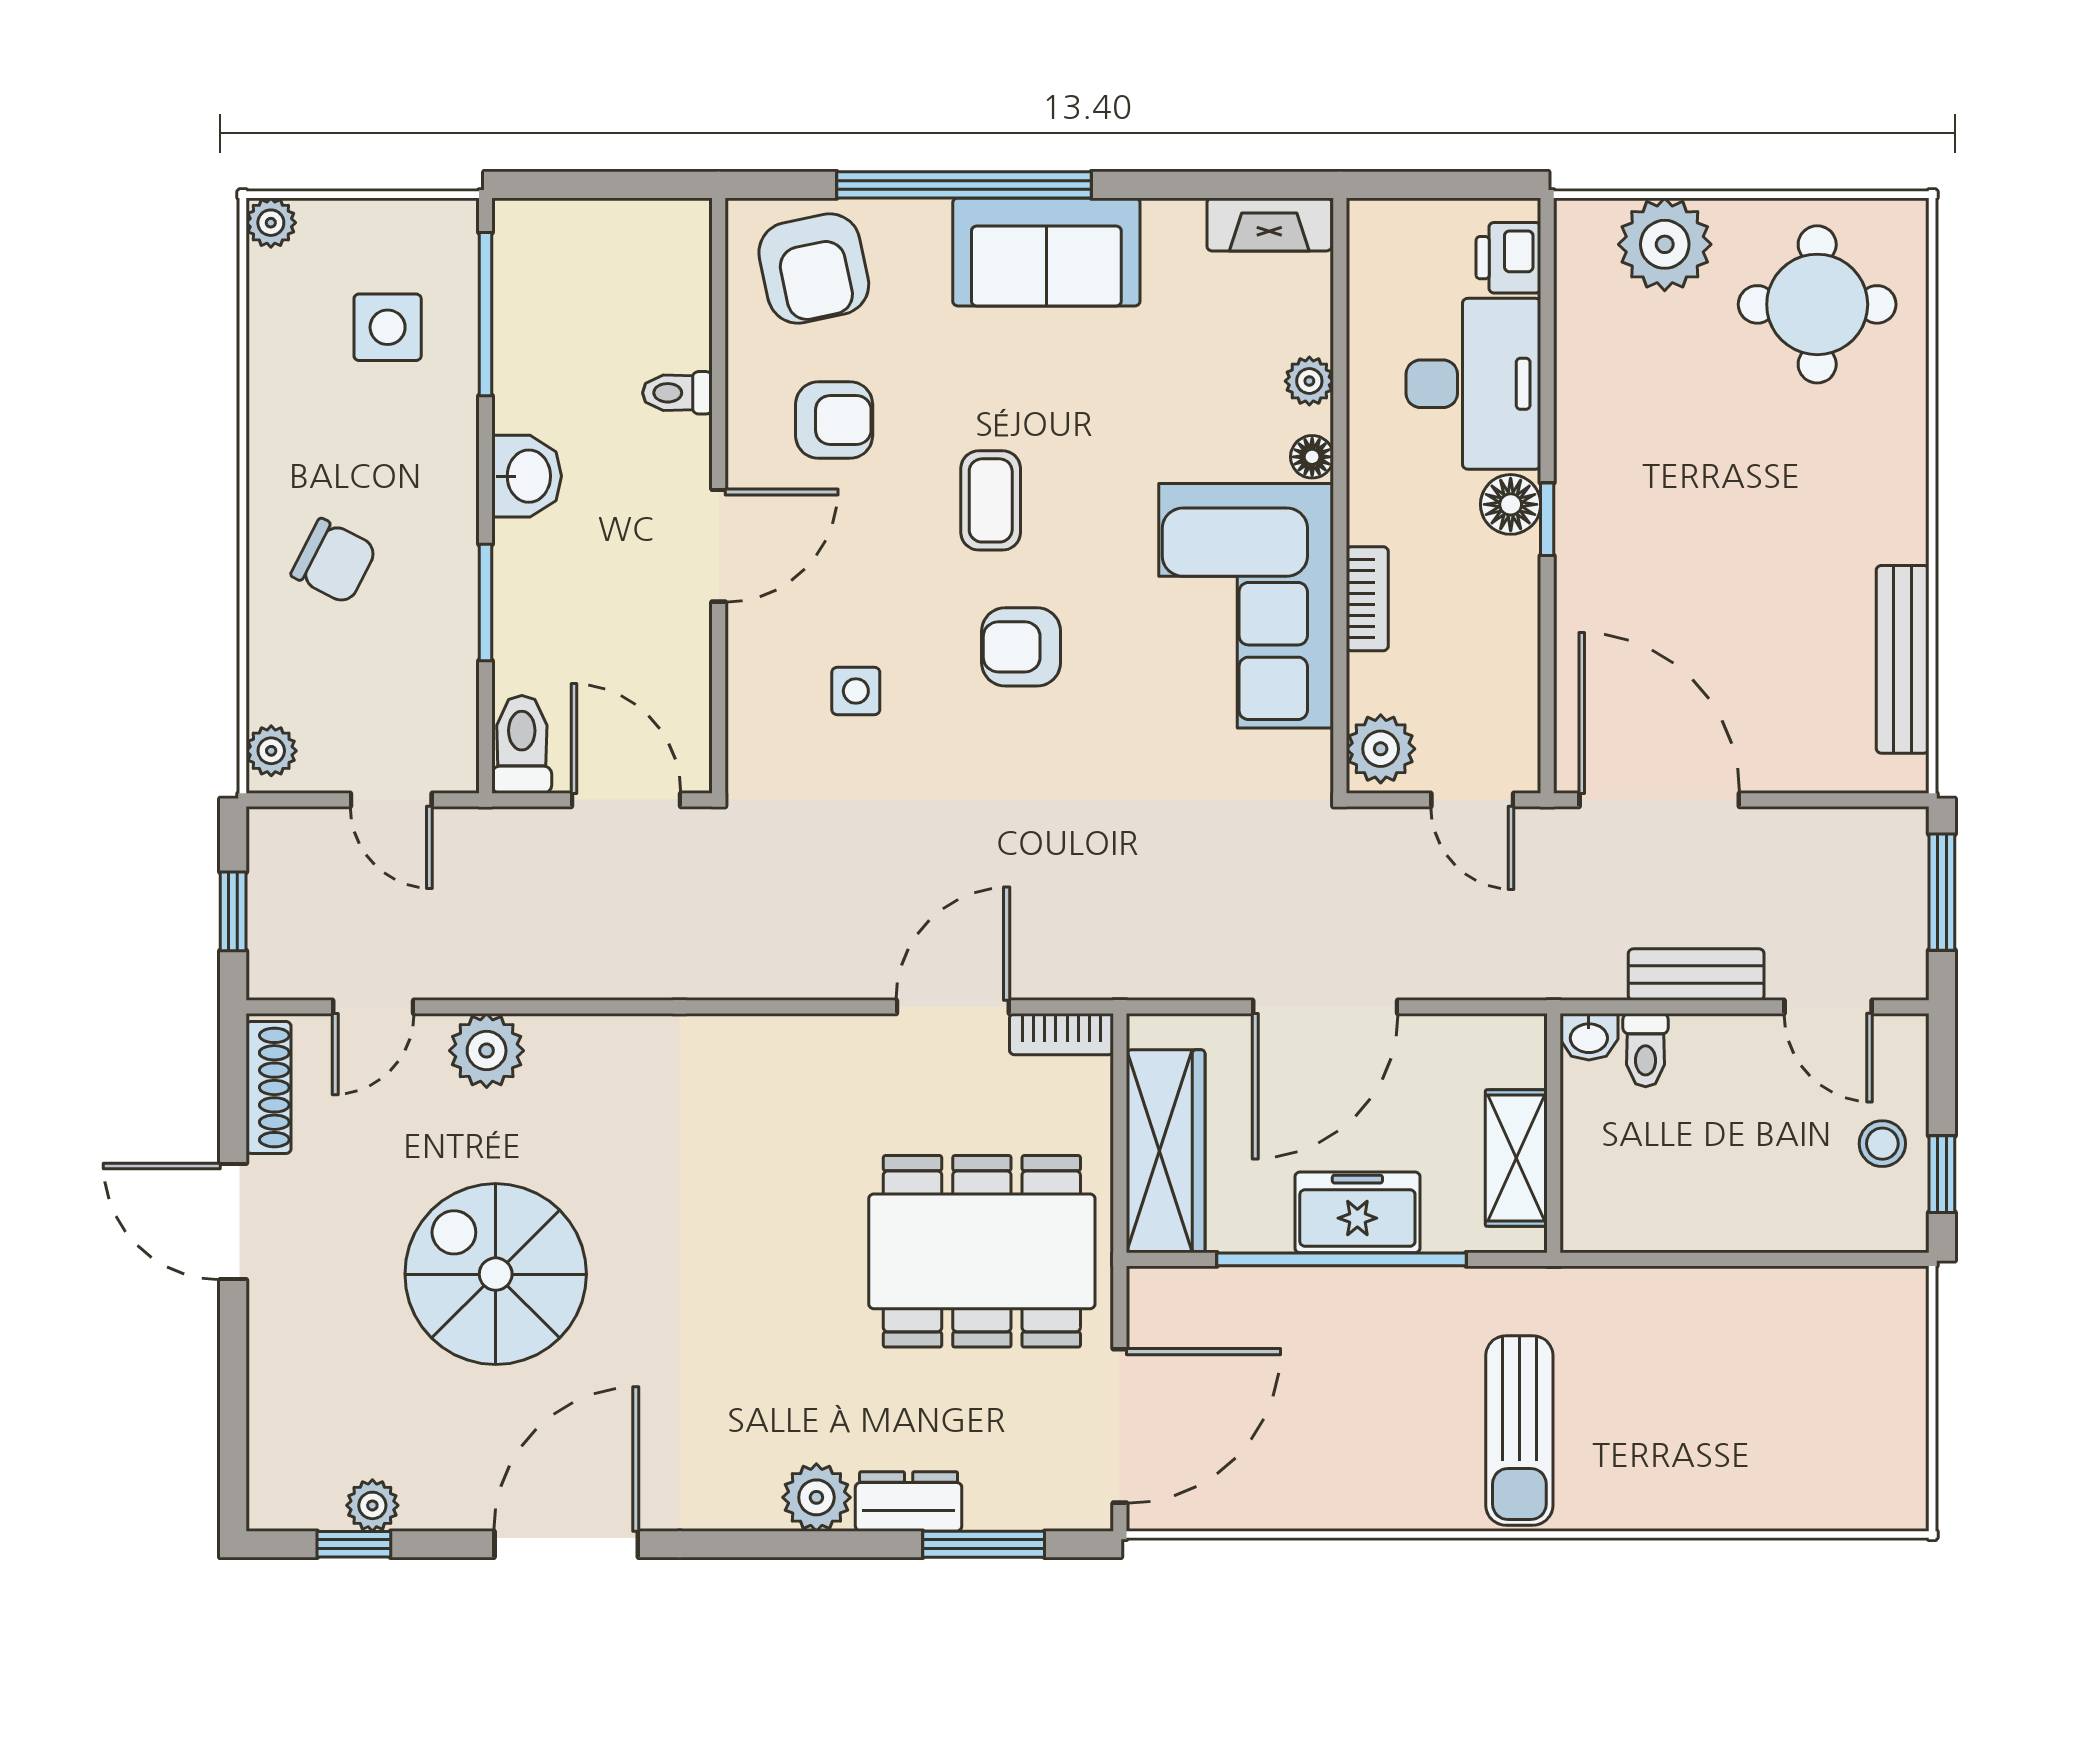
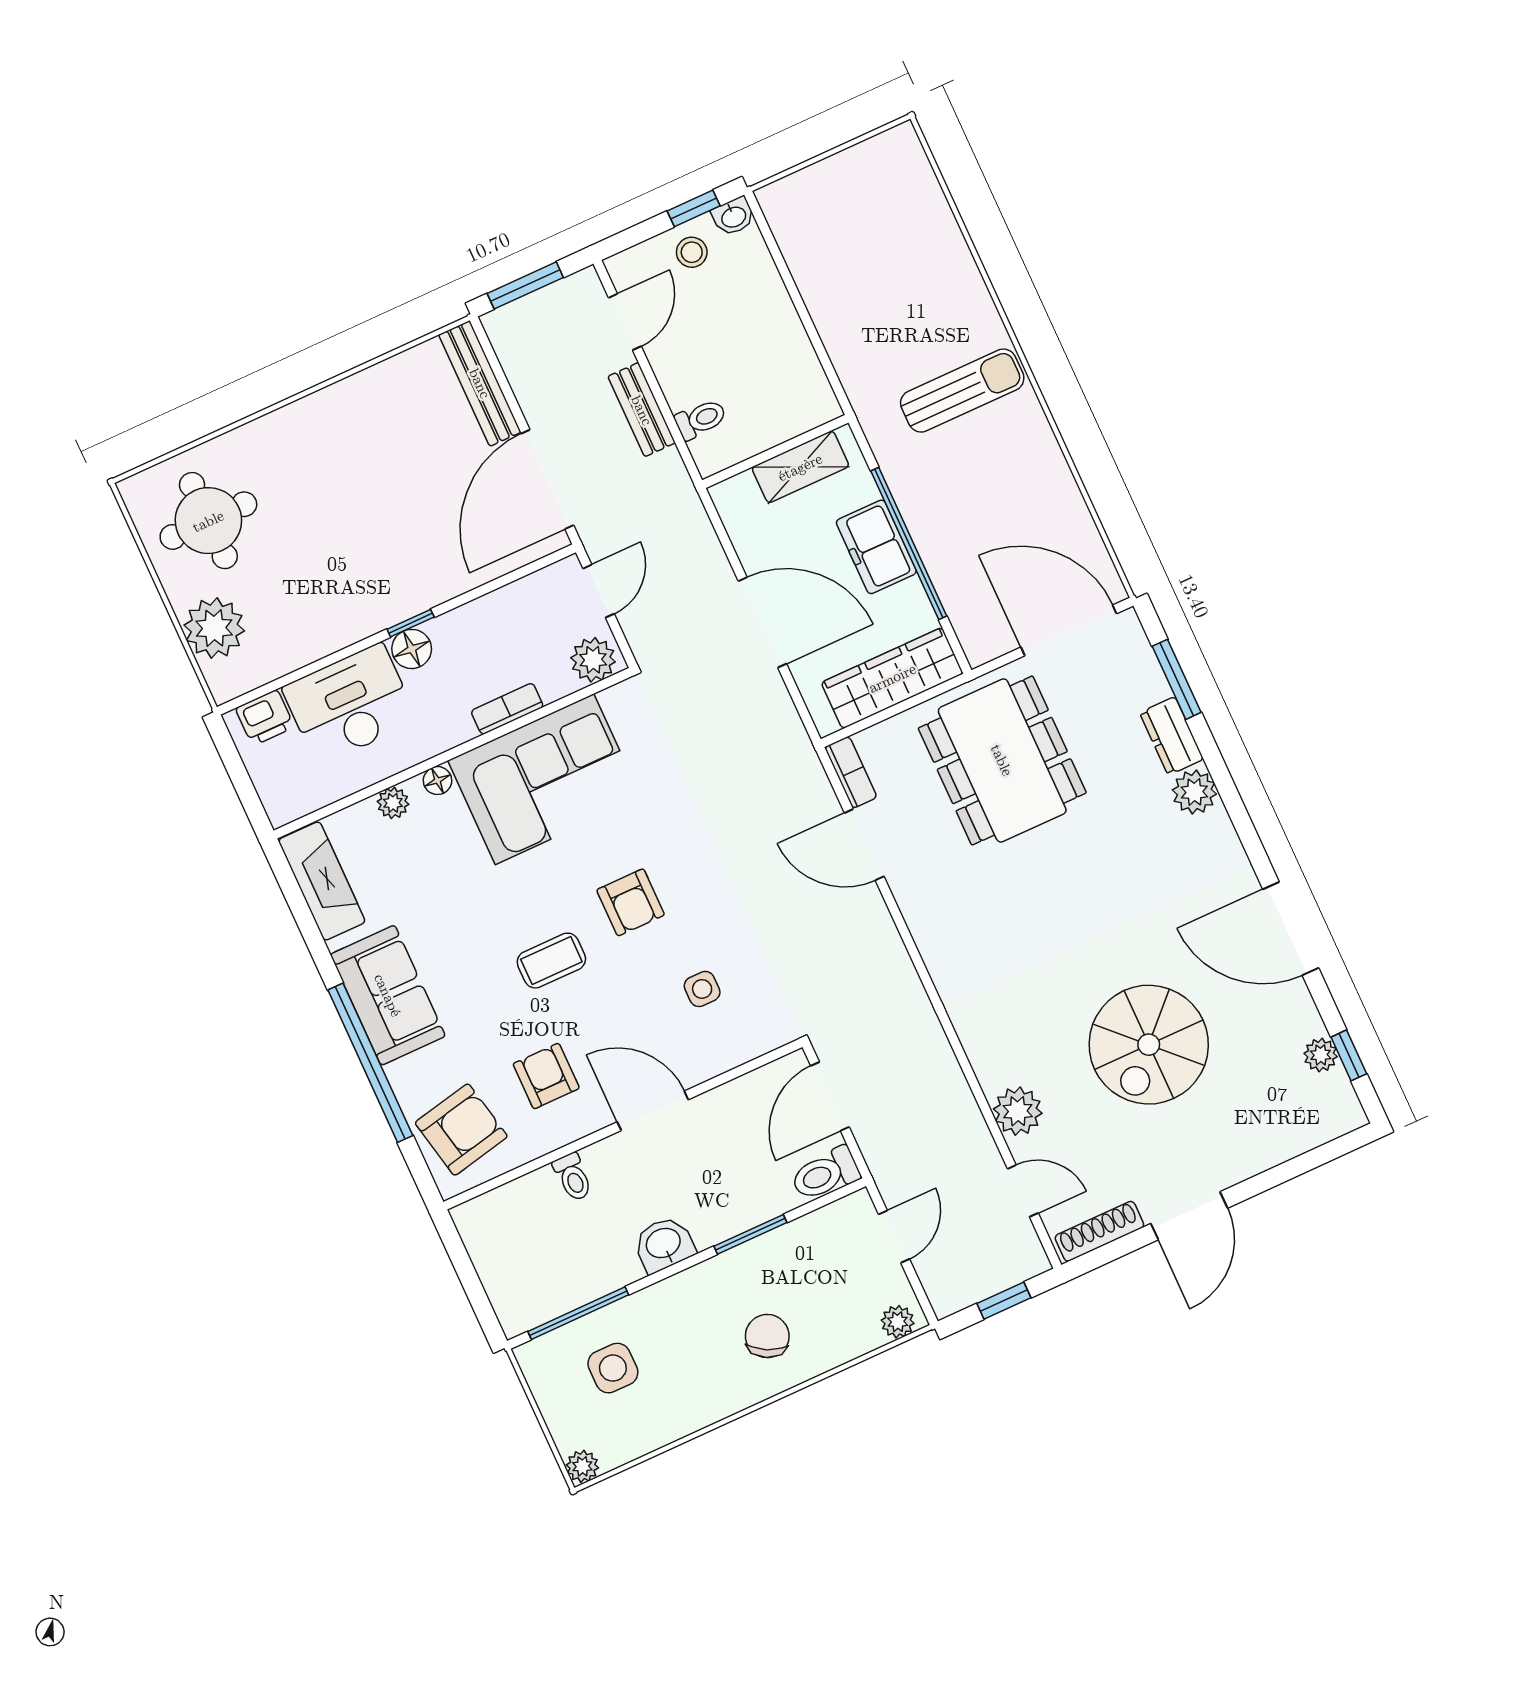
fireplace: (1269, 224) -> (322, 881), width x1.37, depth x1.32
bench: (1903, 659) -> (480, 383), moved, turned 90
washbasin: (1589, 1037) -> (733, 216), moved, turned 90

